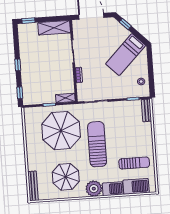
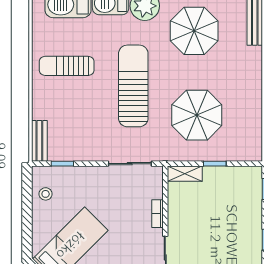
parasol: (61, 131) -> (197, 115), width x0.73, depth x0.73
sun lounger: (97, 144) -> (133, 86), turned 180
sun lounger: (134, 163) -> (67, 66), moved

